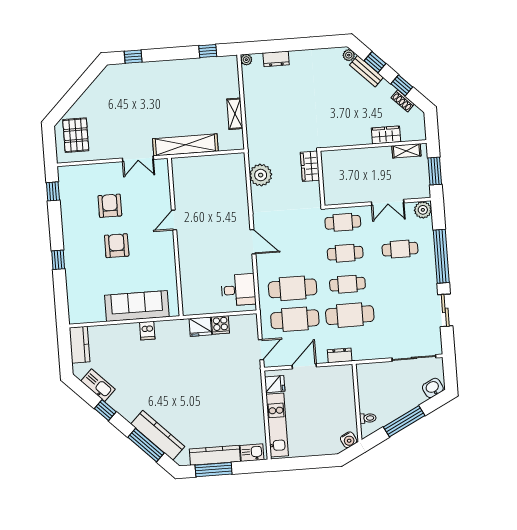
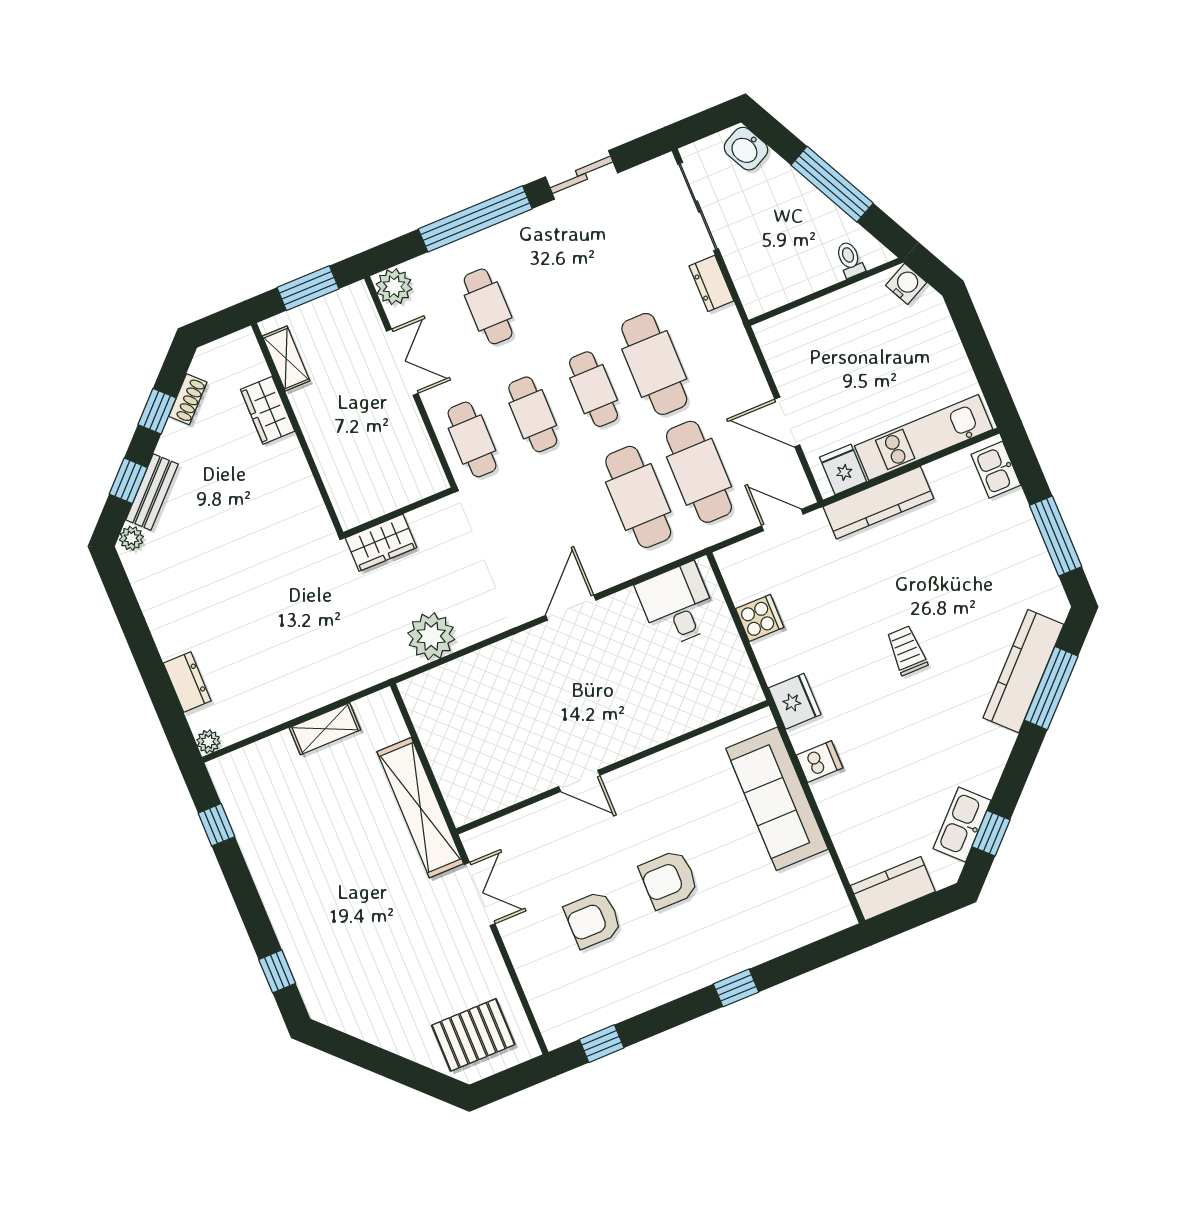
fridge: (200, 327) -> (795, 701), moved
dresser: (340, 355) -> (711, 283), moved
trolley: (184, 386) -> (907, 650), added
window: (105, 410) -> (991, 833), moved
kitchen counter: (215, 455) -> (878, 503), moved, turned -90

